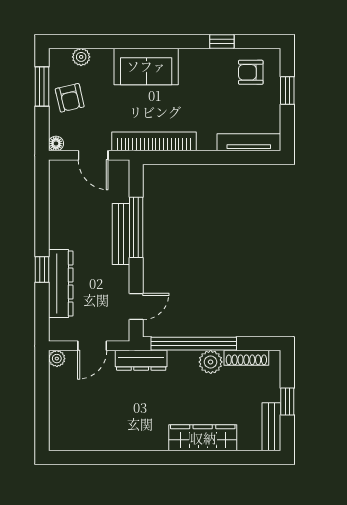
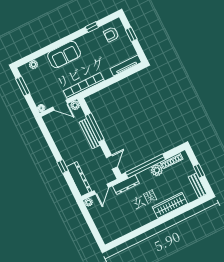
armchair: (70, 98) -> (37, 85), removed
plant: (120, 169) -> (75, 105), added
dresser: (61, 283) -> (79, 179), moved

